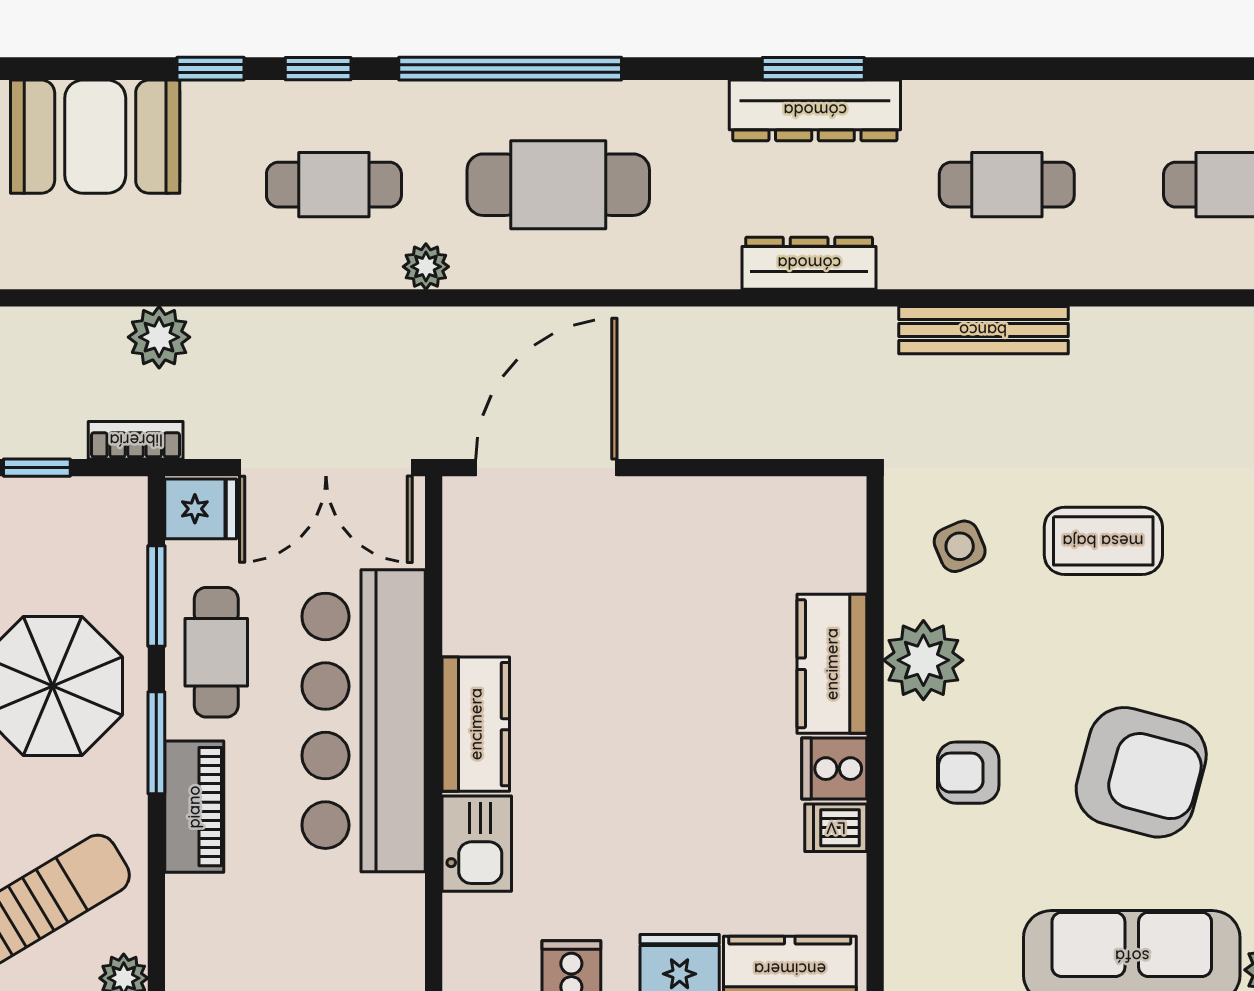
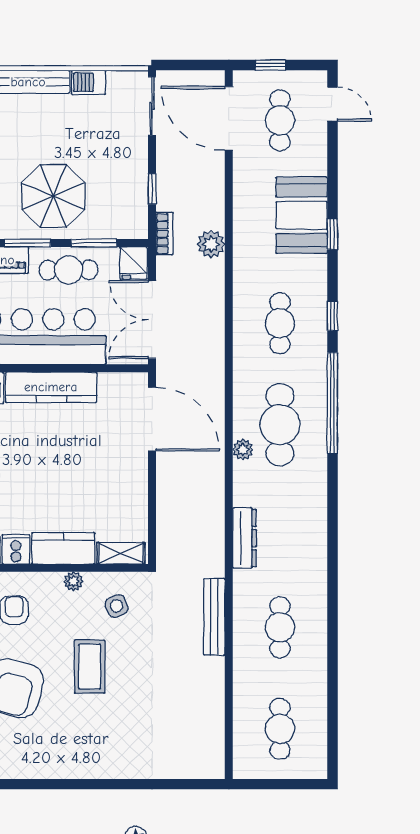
window: (211, 69) -> (332, 234), moved
window: (813, 69) -> (332, 540), removed
dresser: (815, 110) -> (314, 541), removed
plant: (426, 267) -> (243, 449), moved
shelving: (843, 537) -> (121, 553), added
coffee table: (1103, 541) -> (90, 667), moved
plant: (923, 660) -> (73, 581), width x0.53, depth x0.53
kitchen counter: (476, 724) -> (51, 387), width x1.50

